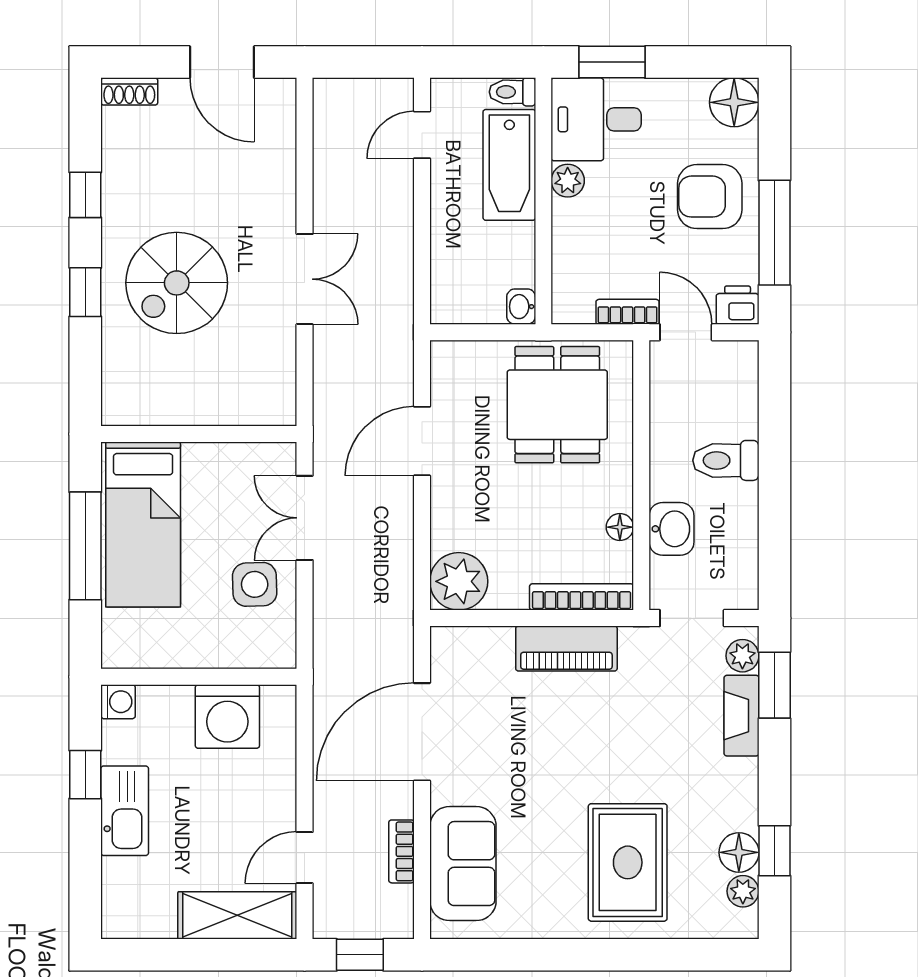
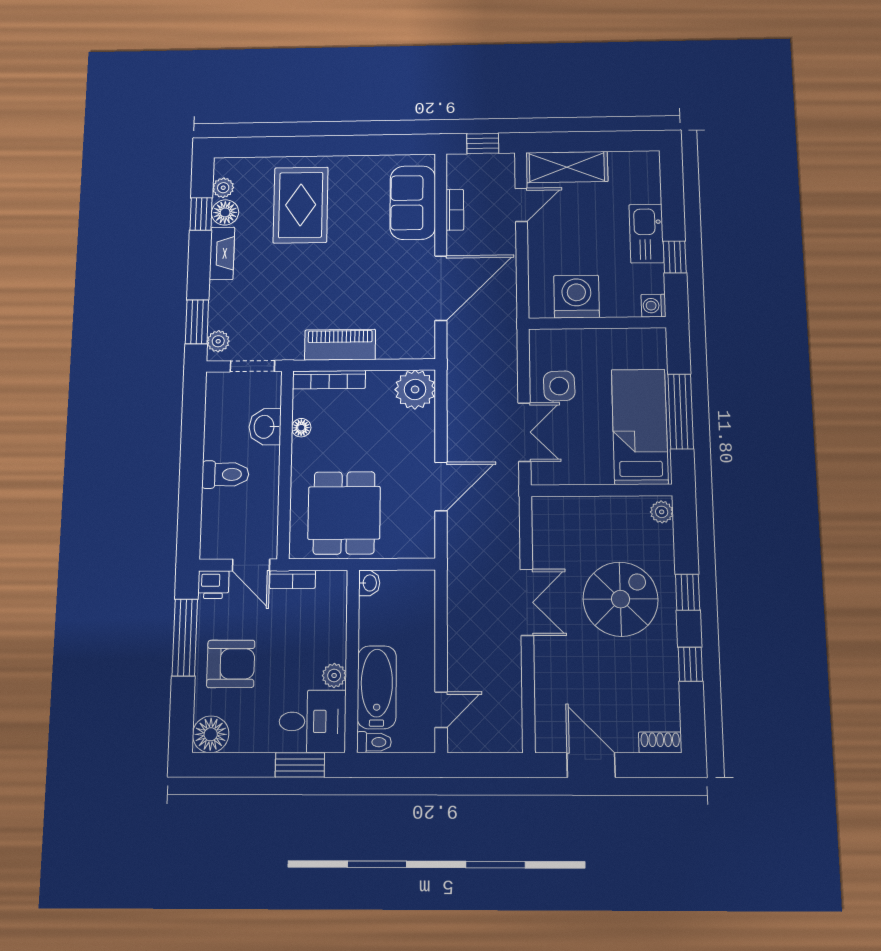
double door: (305, 279) -> (527, 602), swing flipped
plant: (117, 403) -> (662, 512), added
fireplace: (741, 716) -> (222, 253), moved

